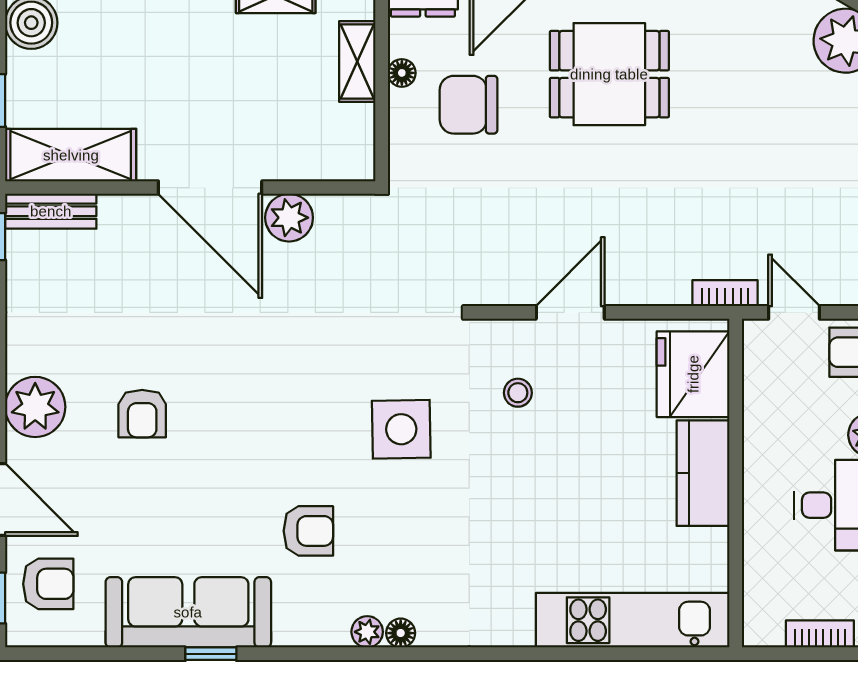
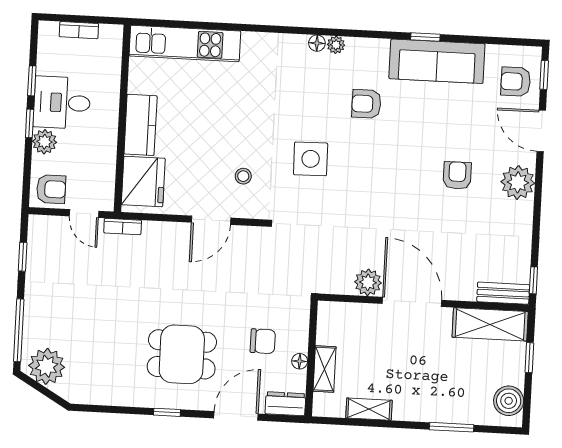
chair: (468, 105) -> (263, 341), width x0.73, depth x0.73

